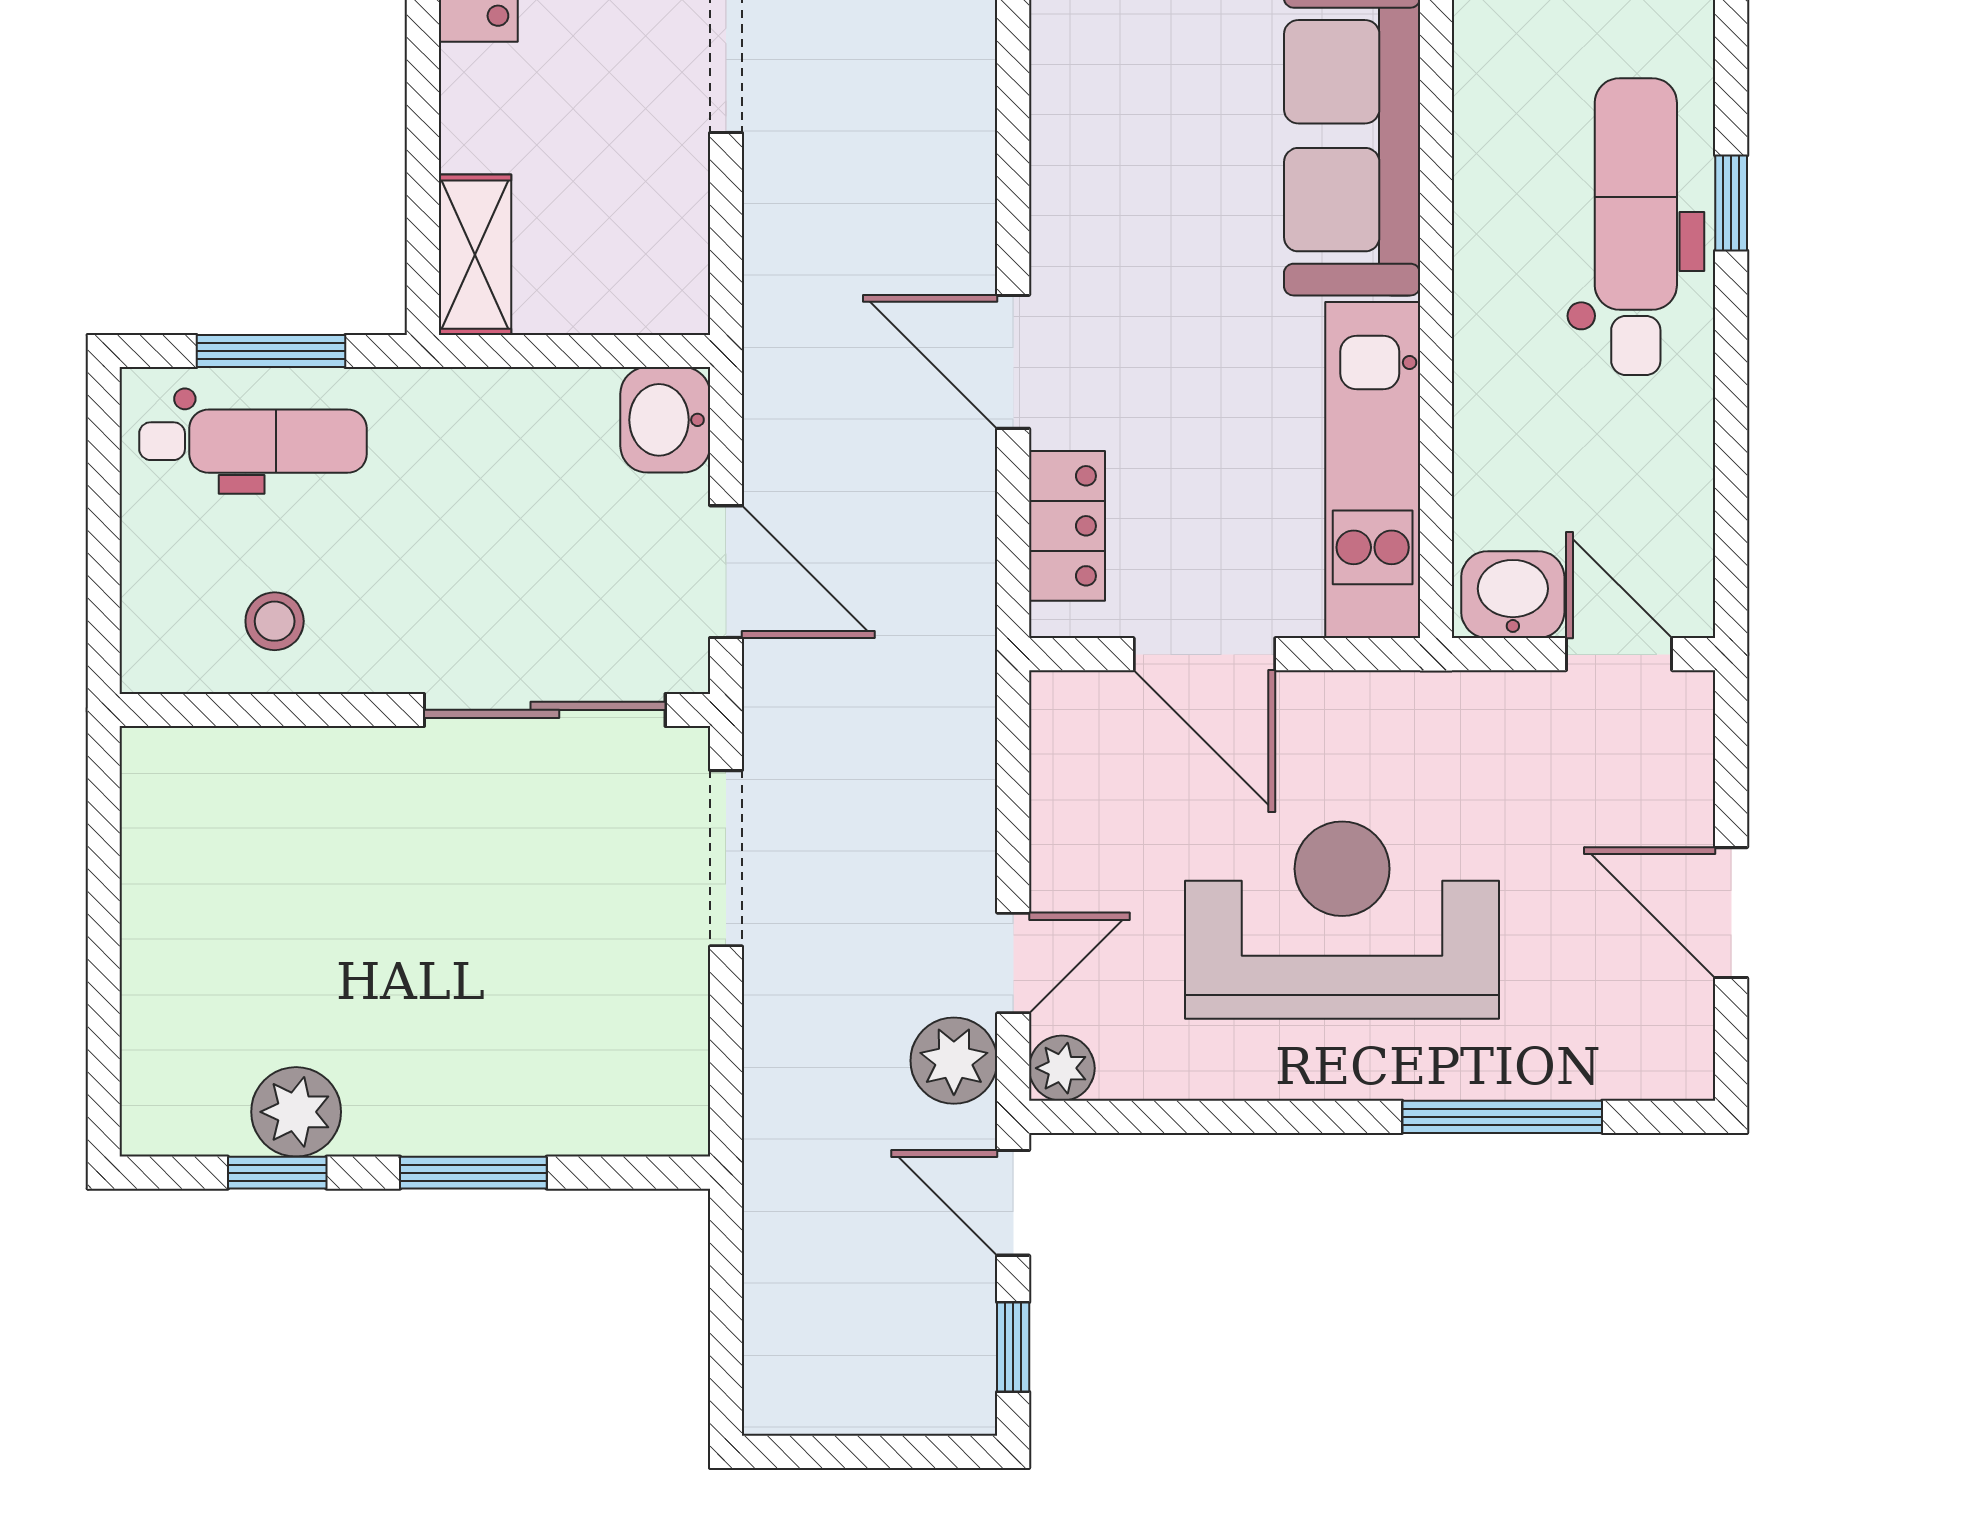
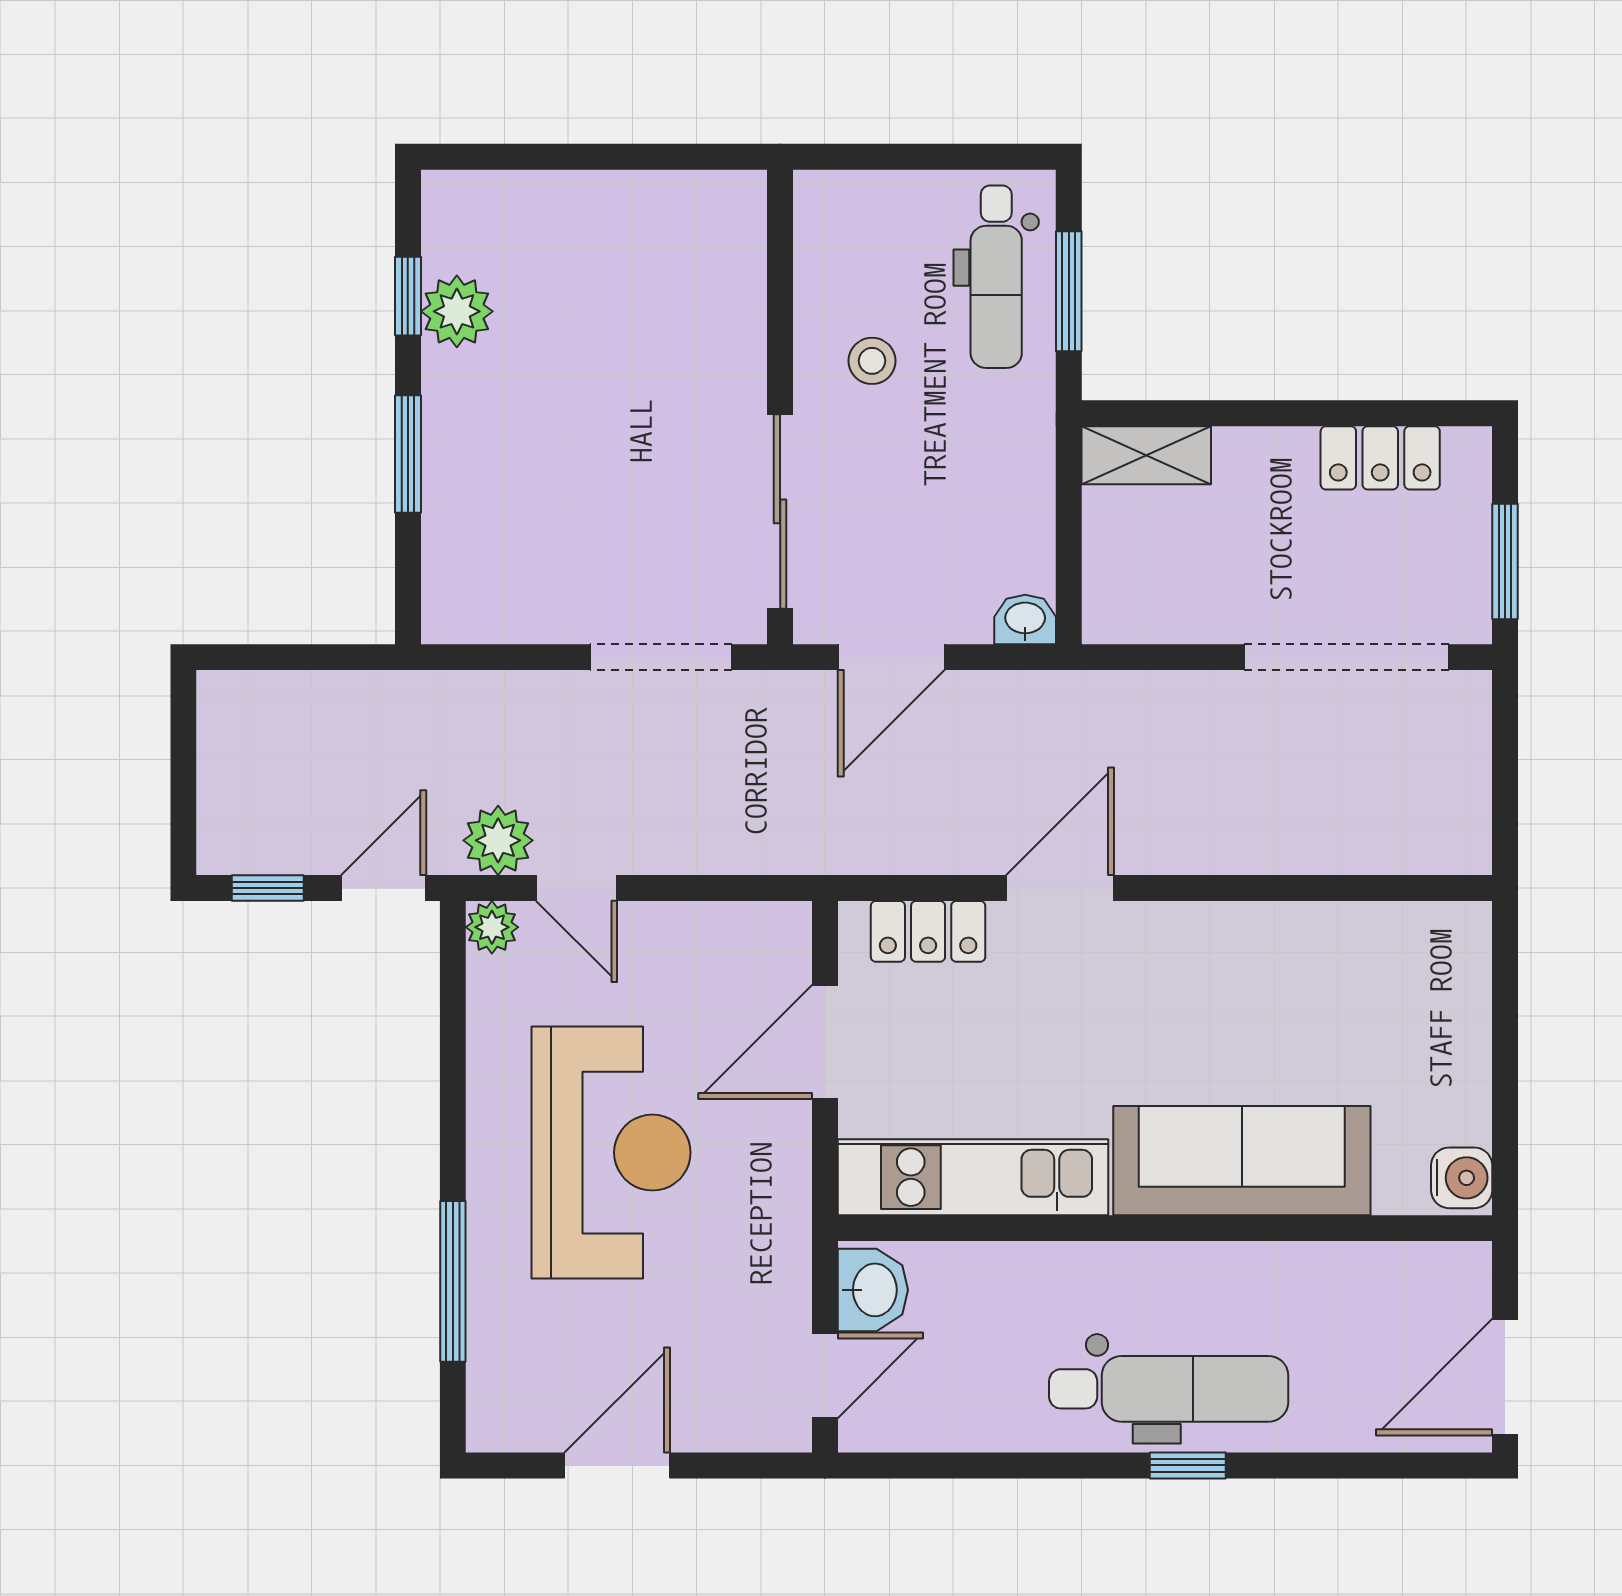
washbasin: (665, 420) -> (1025, 619), width x0.72, depth x0.69
stool: (275, 621) -> (872, 361), moved

